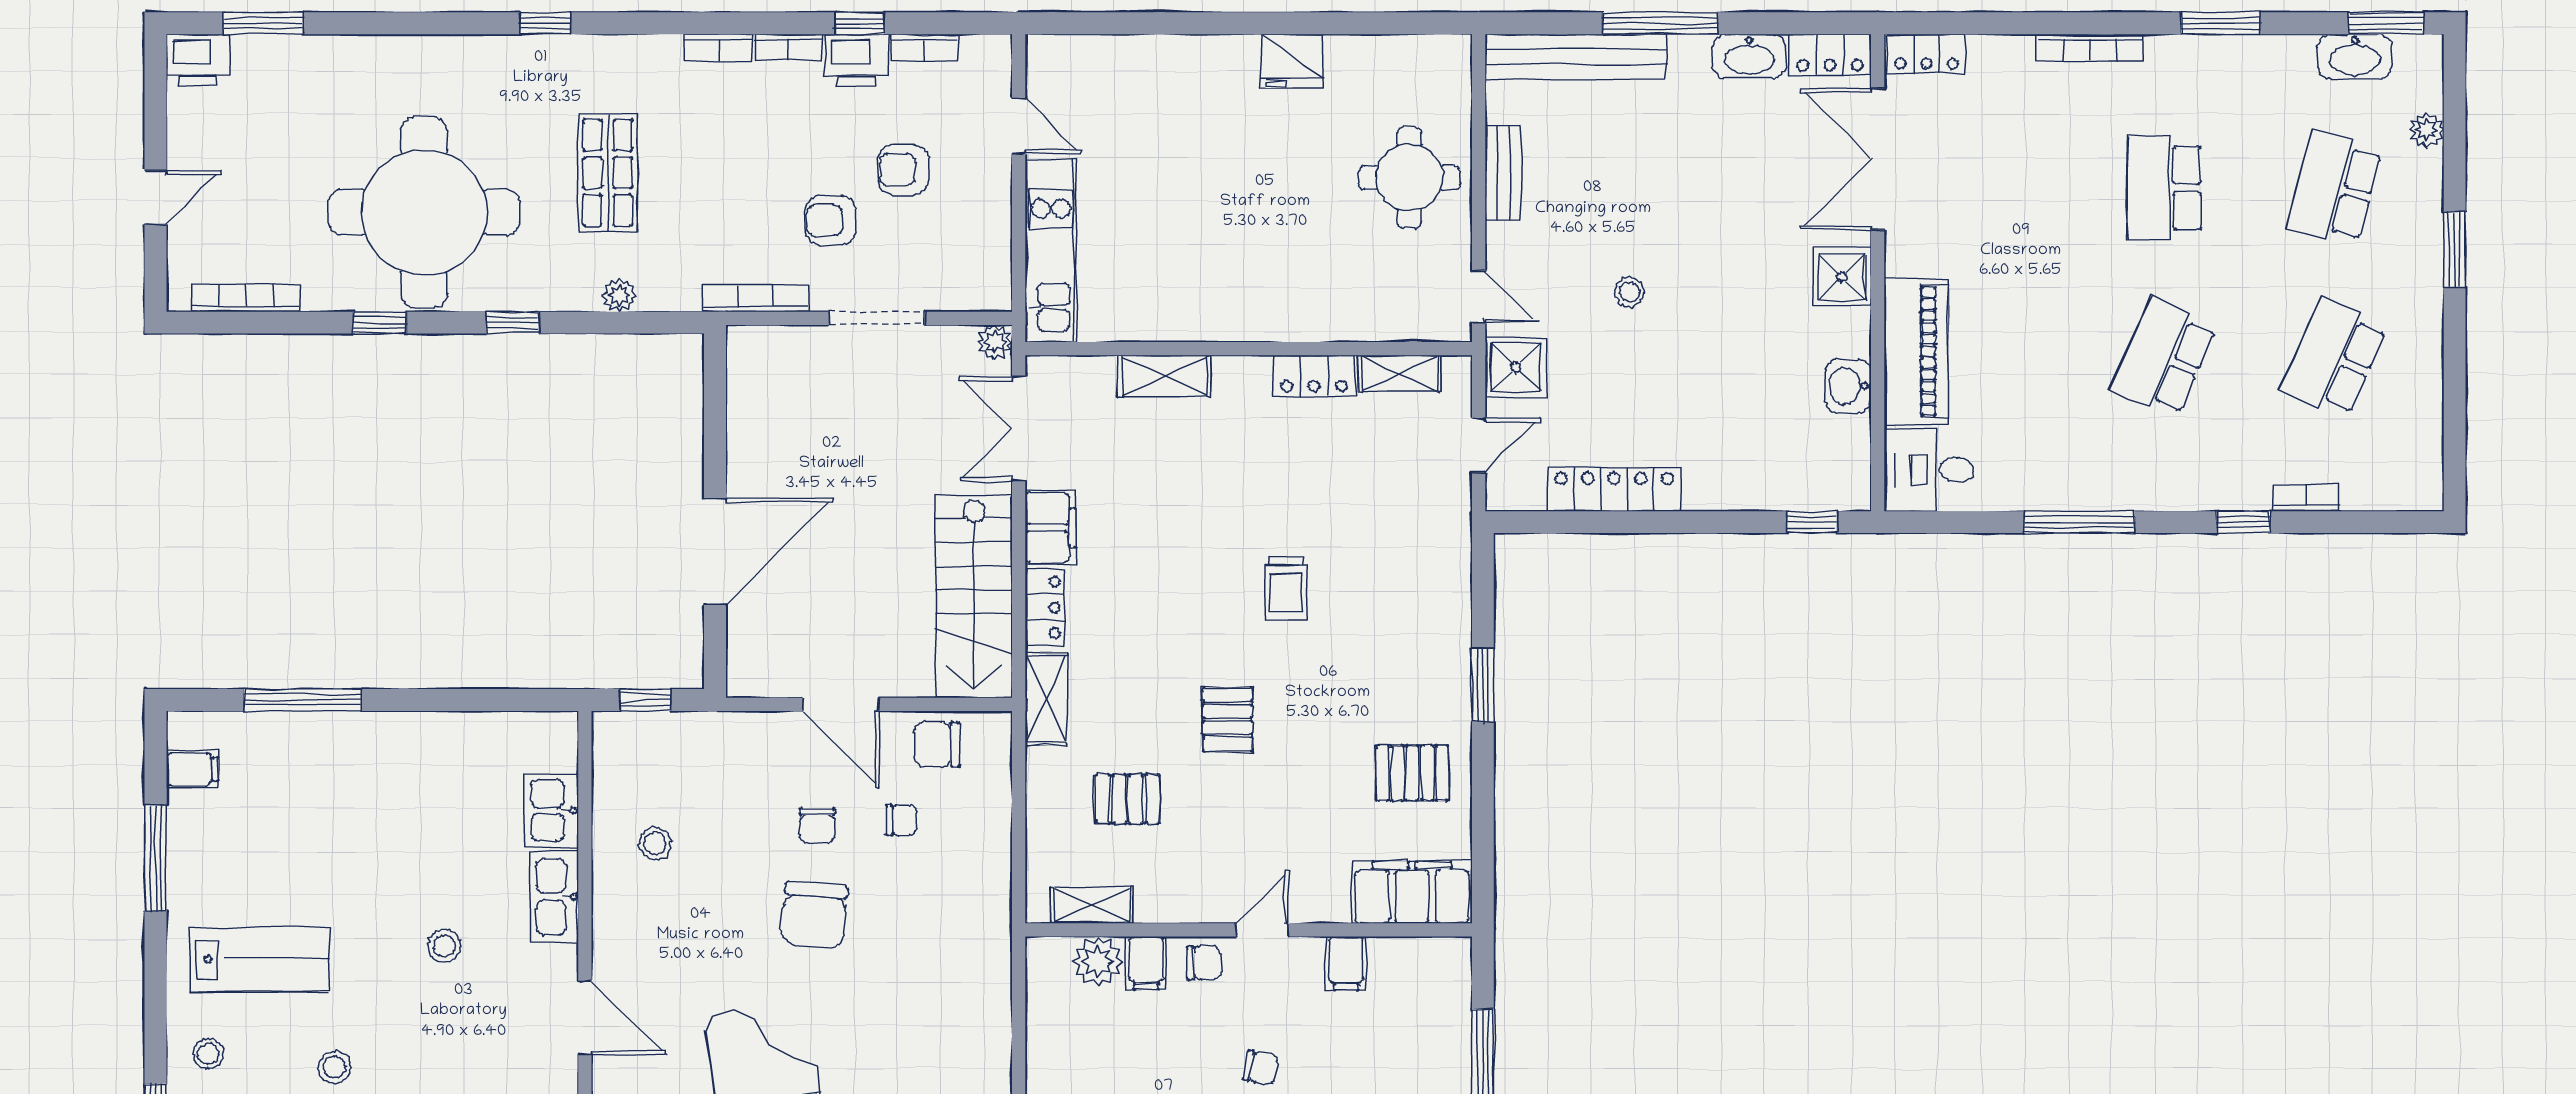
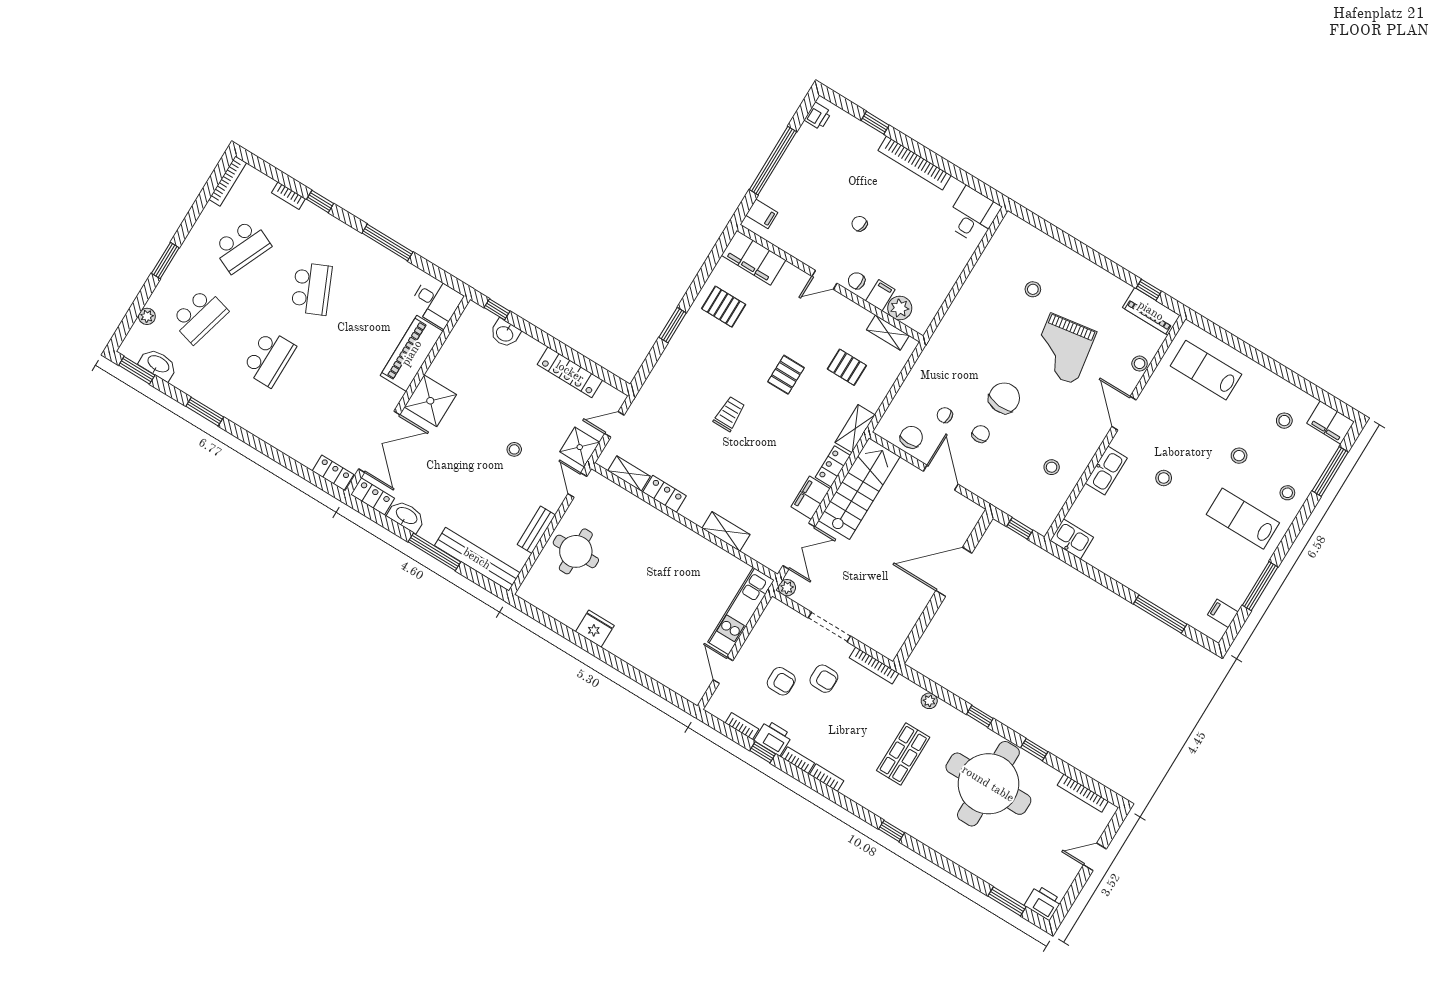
bookcase: (2090, 48) -> (228, 181), moved, turned 90
shower: (1842, 277) -> (430, 401), width x1.36, depth x1.36
school desk: (2164, 358) -> (312, 289), turned -48
washbasin: (1848, 386) -> (505, 333), moved, turned 90
chair: (937, 744) -> (911, 437), turned -90
kitchen sink: (552, 811) -> (1072, 539), moved, turned -90
filing cabinet: (1346, 963) -> (762, 214), moved, turned 90

